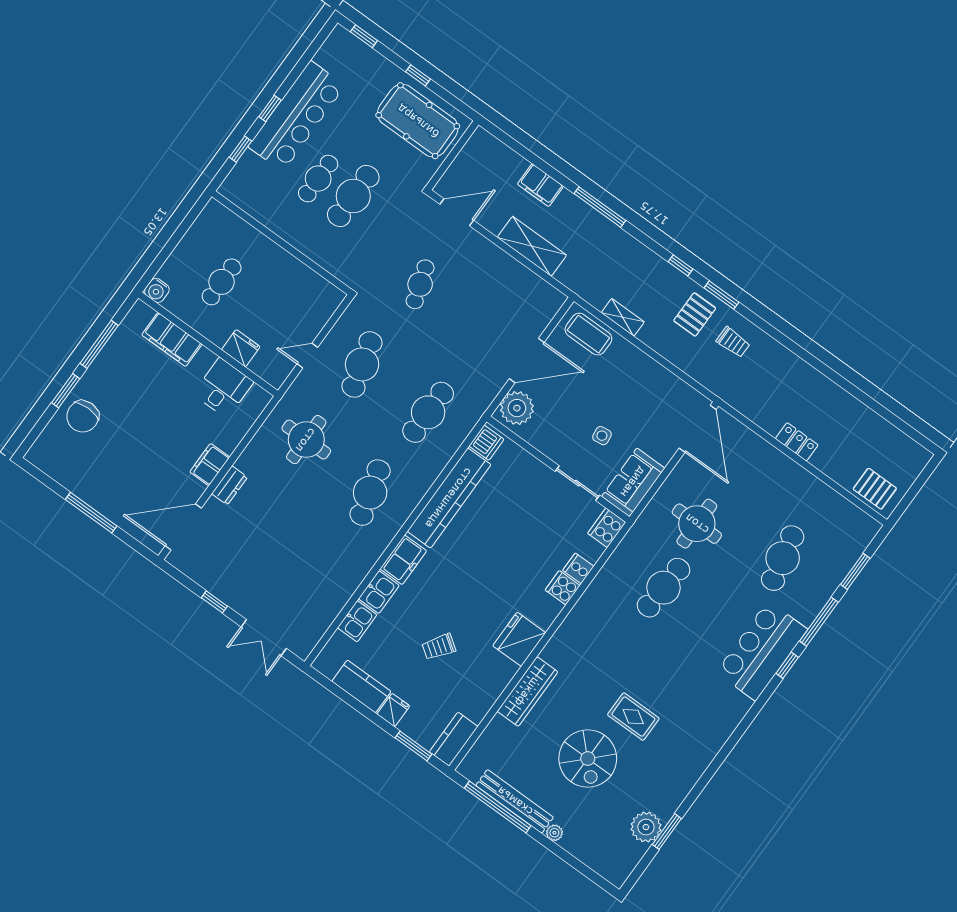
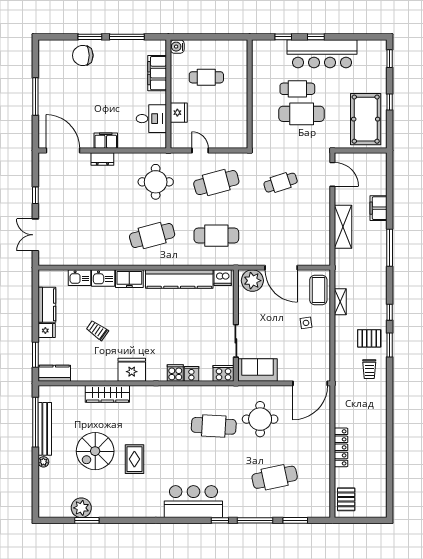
side table: (602, 436) -> (306, 323), moved
locker: (797, 442) -> (341, 447), width x1.53
bar counter: (762, 651) -> (193, 502), moved

